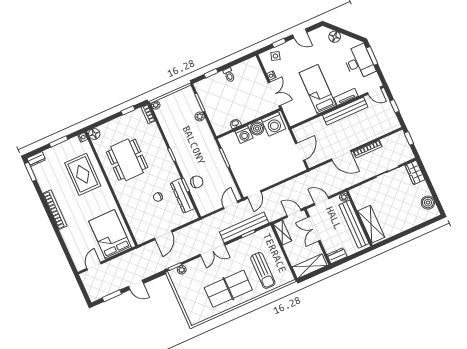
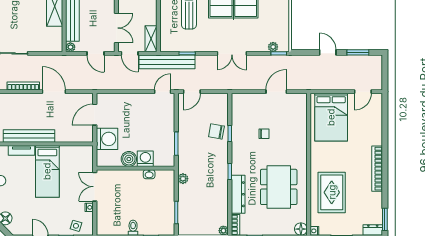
plant: (200, 117) -> (183, 179), moved
washing machine: (274, 124) -> (107, 139), moved, turned 90
dresser: (182, 196) -> (238, 194), moved
bench: (244, 228) -> (167, 62), moved
double door: (212, 250) -> (232, 53), swing flipped

